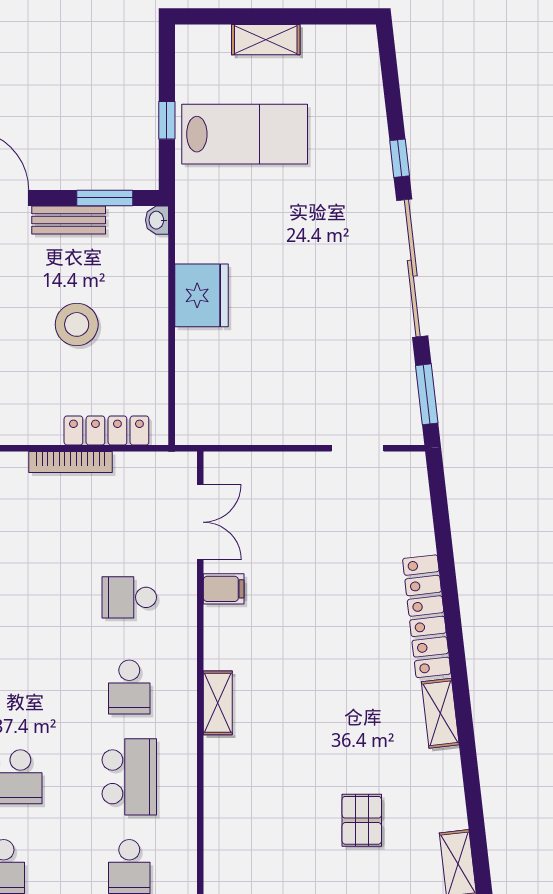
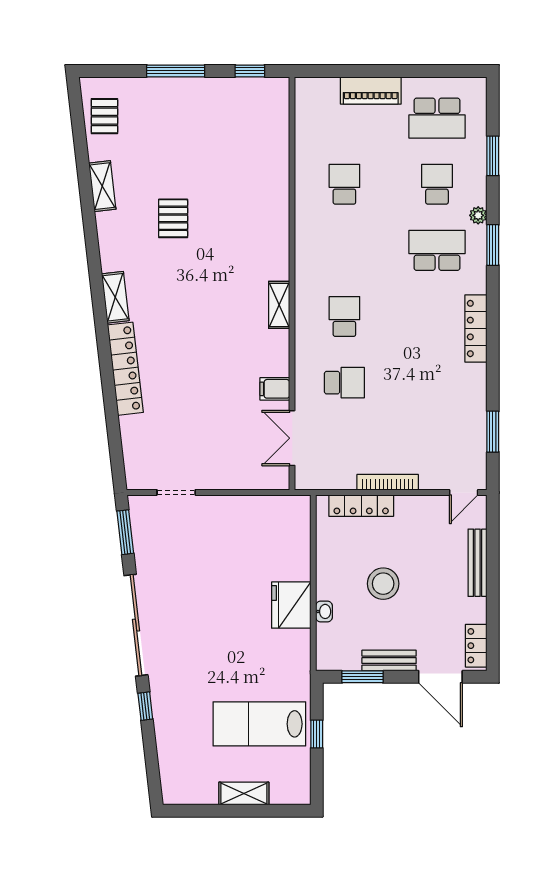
washbasin: (157, 220) -> (324, 611), moved
school desk: (129, 777) -> (344, 250), removed

